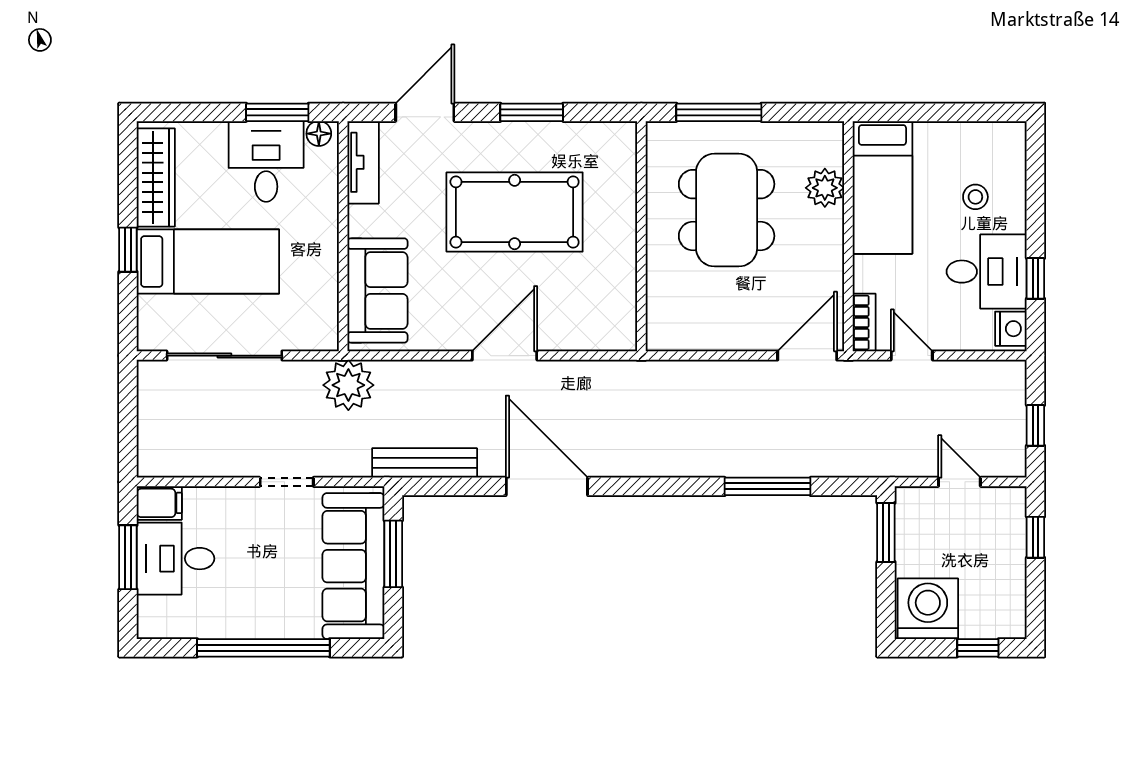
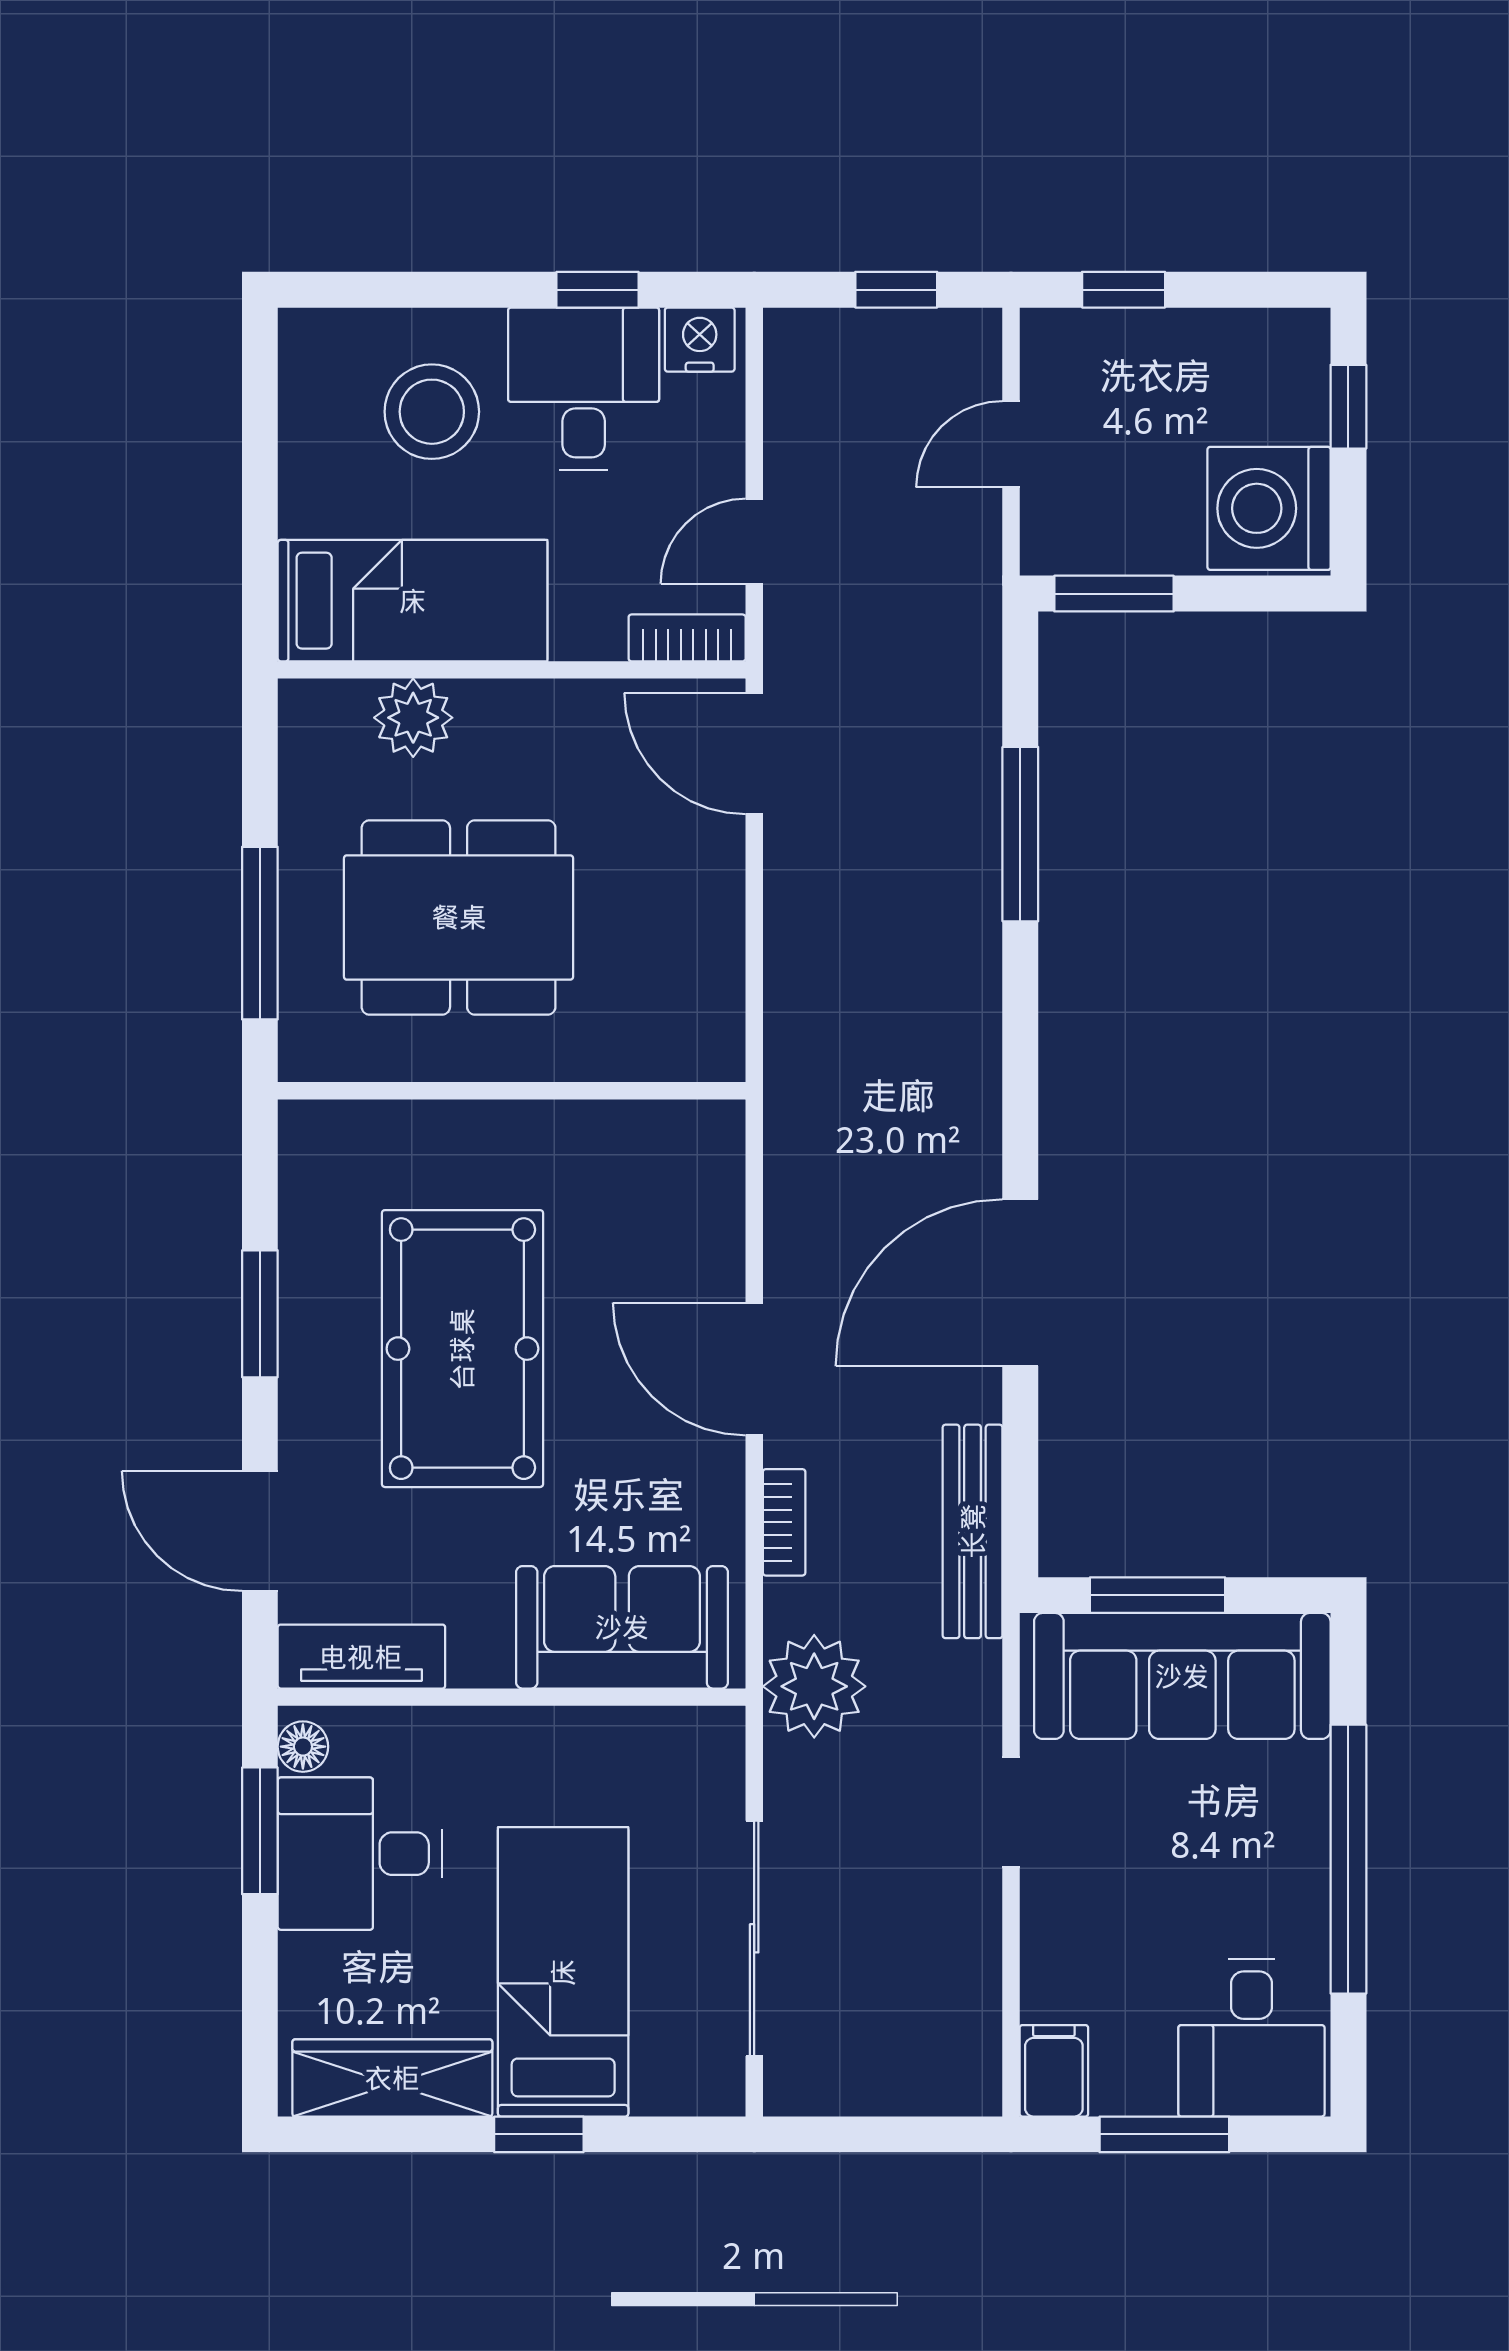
stool: (975, 197) -> (432, 412), width x1.89, depth x1.89
bookcase: (429, 370) -> (784, 1522), added
desk: (176, 559) -> (1251, 2038), moved

